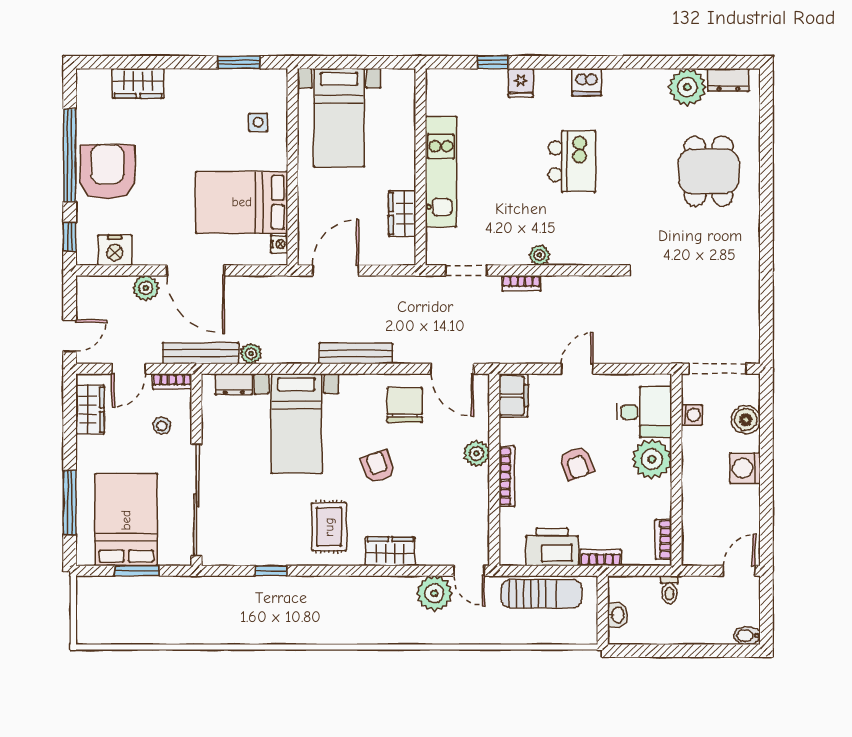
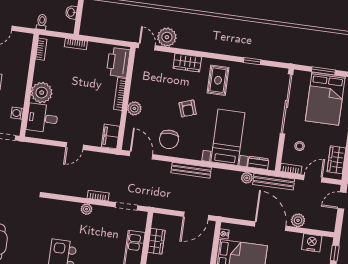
armchair: (577, 463) -> (82, 96), removed
printer: (552, 547) -> (118, 62), moved, turned 90
sun lounger: (542, 594) -> (110, 29), removed

